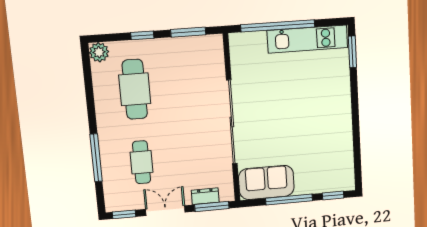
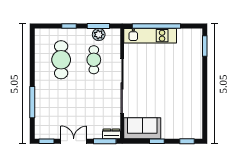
kitchen unit: (308, 39) -> (150, 36), moved
plant: (99, 52) -> (99, 35), moved
cafe table: (142, 162) -> (94, 60), moved
dresser: (205, 196) -> (111, 134), moved
window: (289, 199) -> (157, 141), width x0.46

